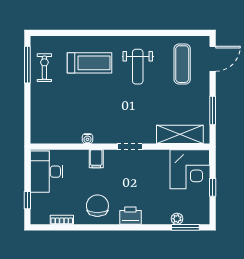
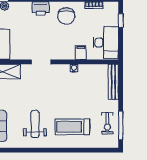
bench: (37, 121) -> (113, 82), added
filing cabinet: (96, 159) -> (81, 52), moved

